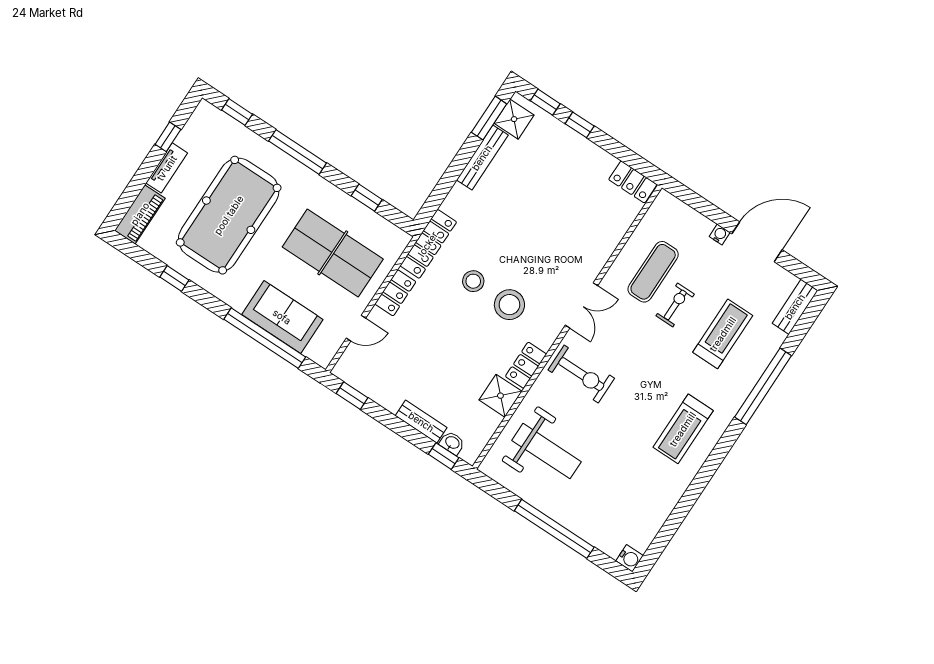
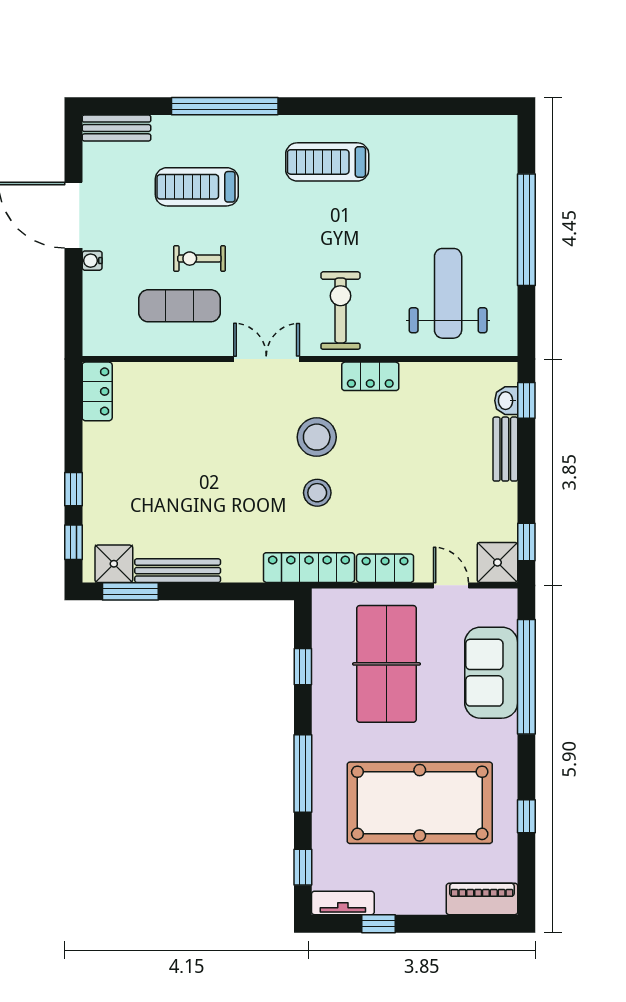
tv unit: (167, 168) -> (343, 903), moved
shower: (500, 396) -> (497, 562), moved
treadmill: (683, 429) -> (327, 162), turned 180
water cooler: (629, 558) -> (505, 128), removed

